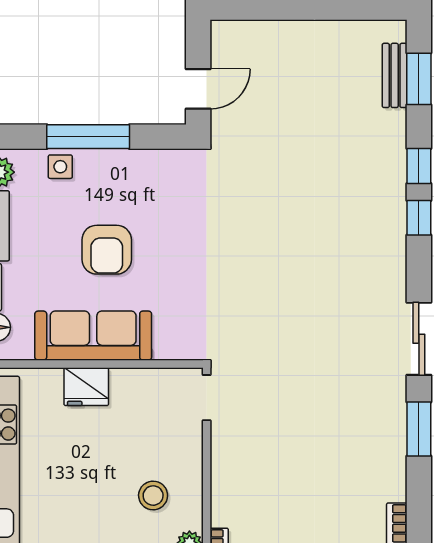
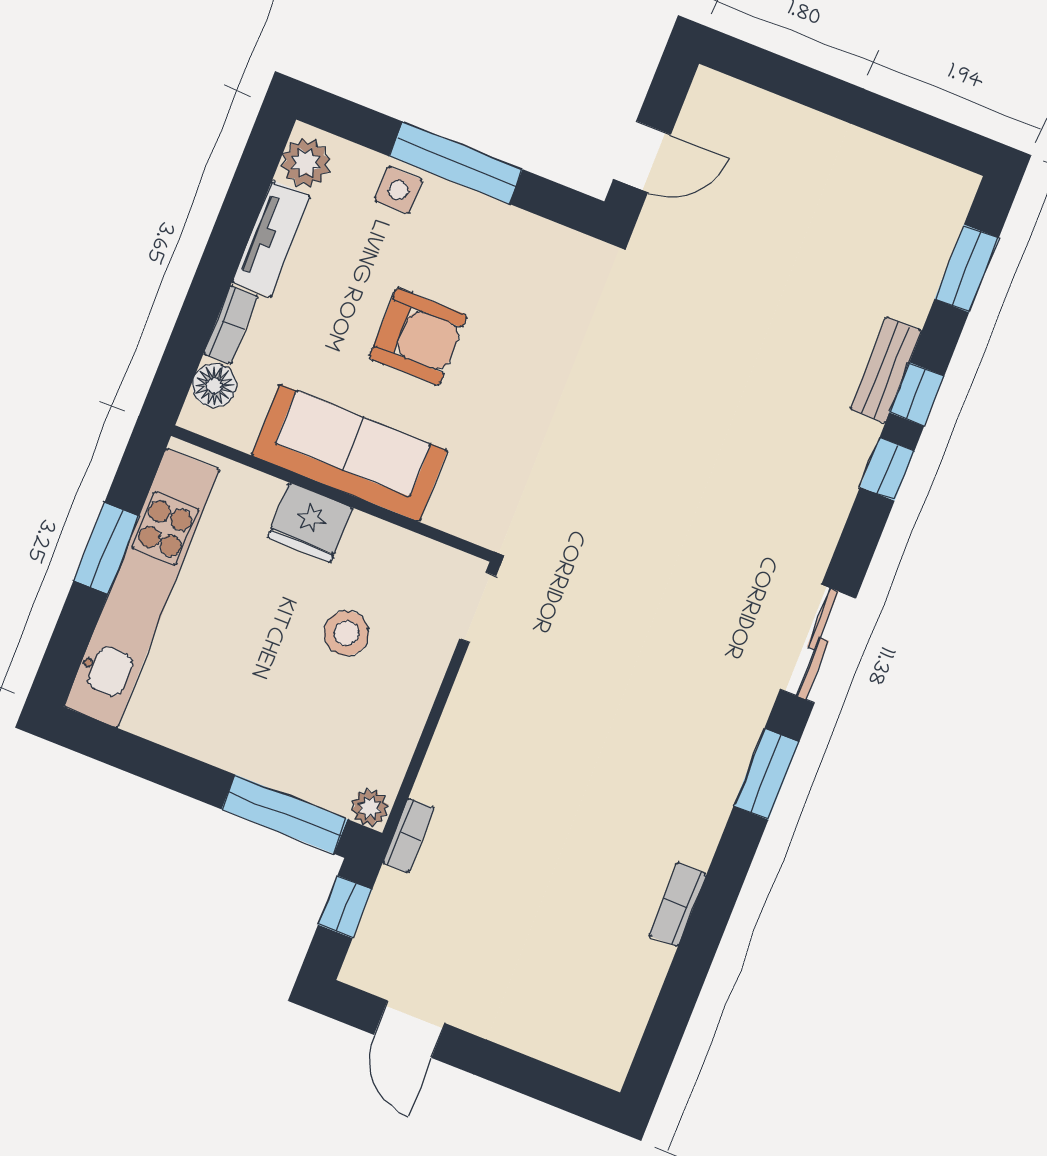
bench: (395, 75) -> (886, 370), moved
armchair: (107, 250) -> (418, 337), turned -90
stool: (153, 496) -> (346, 633), moved

